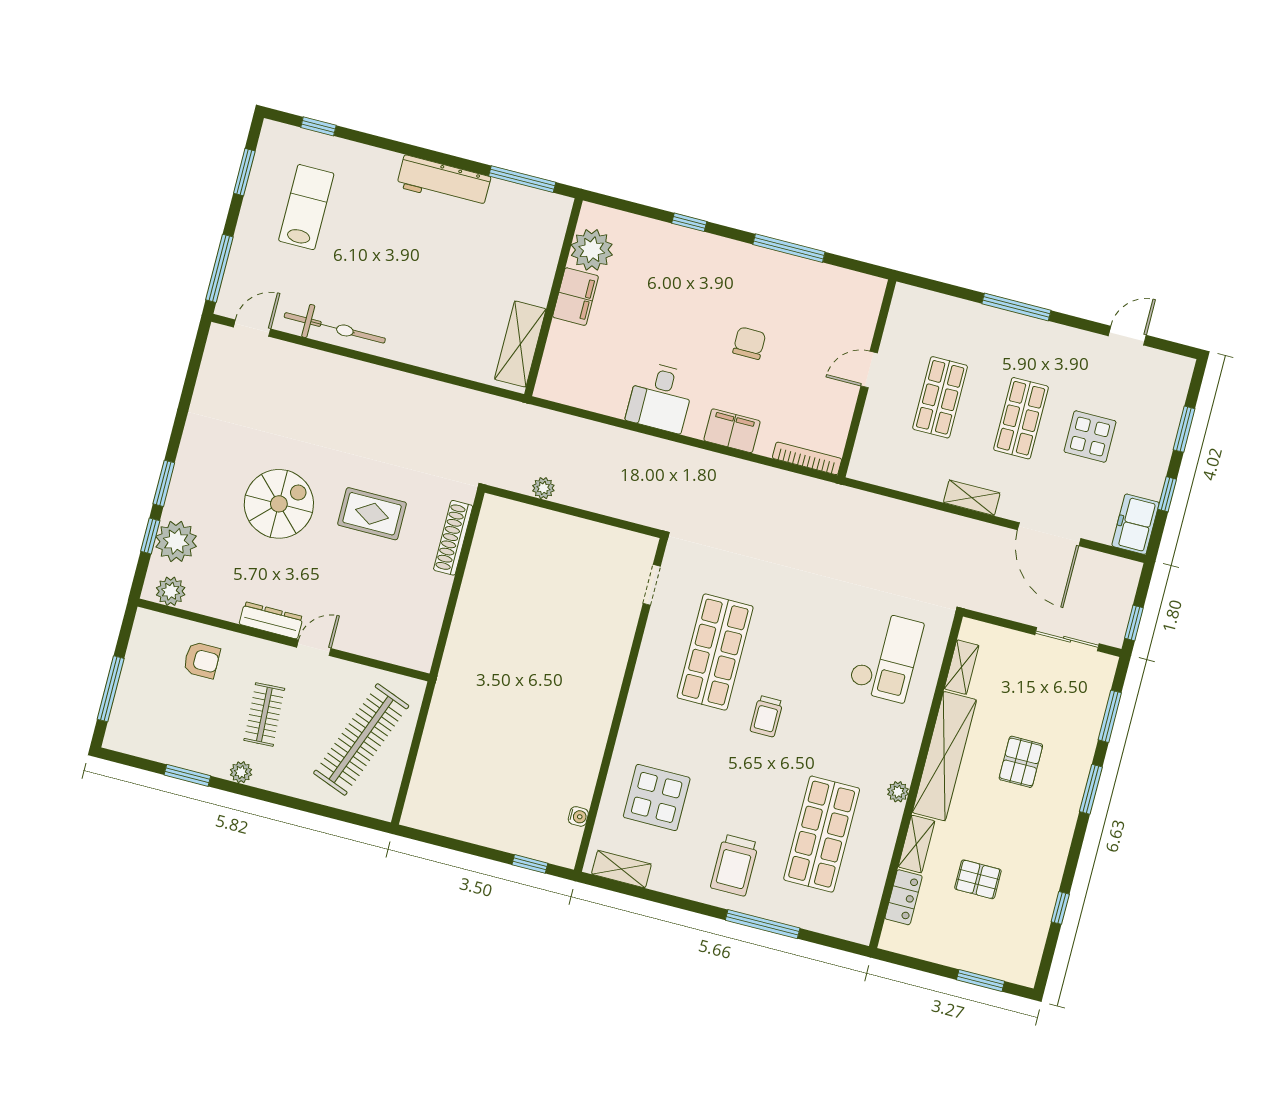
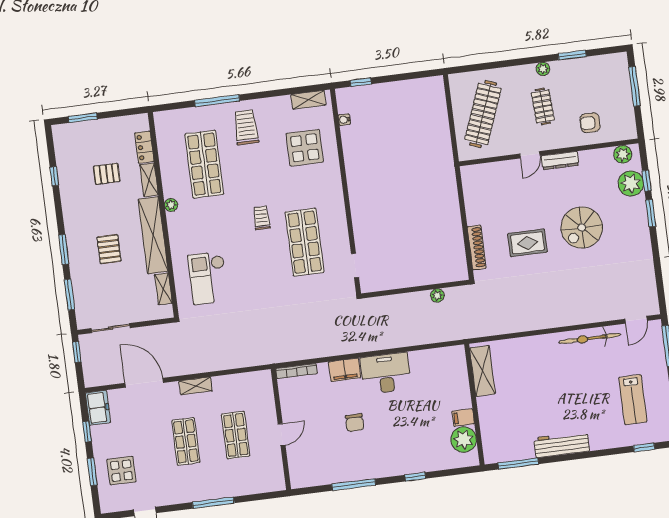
filing cabinet: (576, 297) -> (463, 418), width x0.50
desk: (660, 397) -> (386, 373), width x1.37
display table: (1090, 437) -> (121, 471), moved

